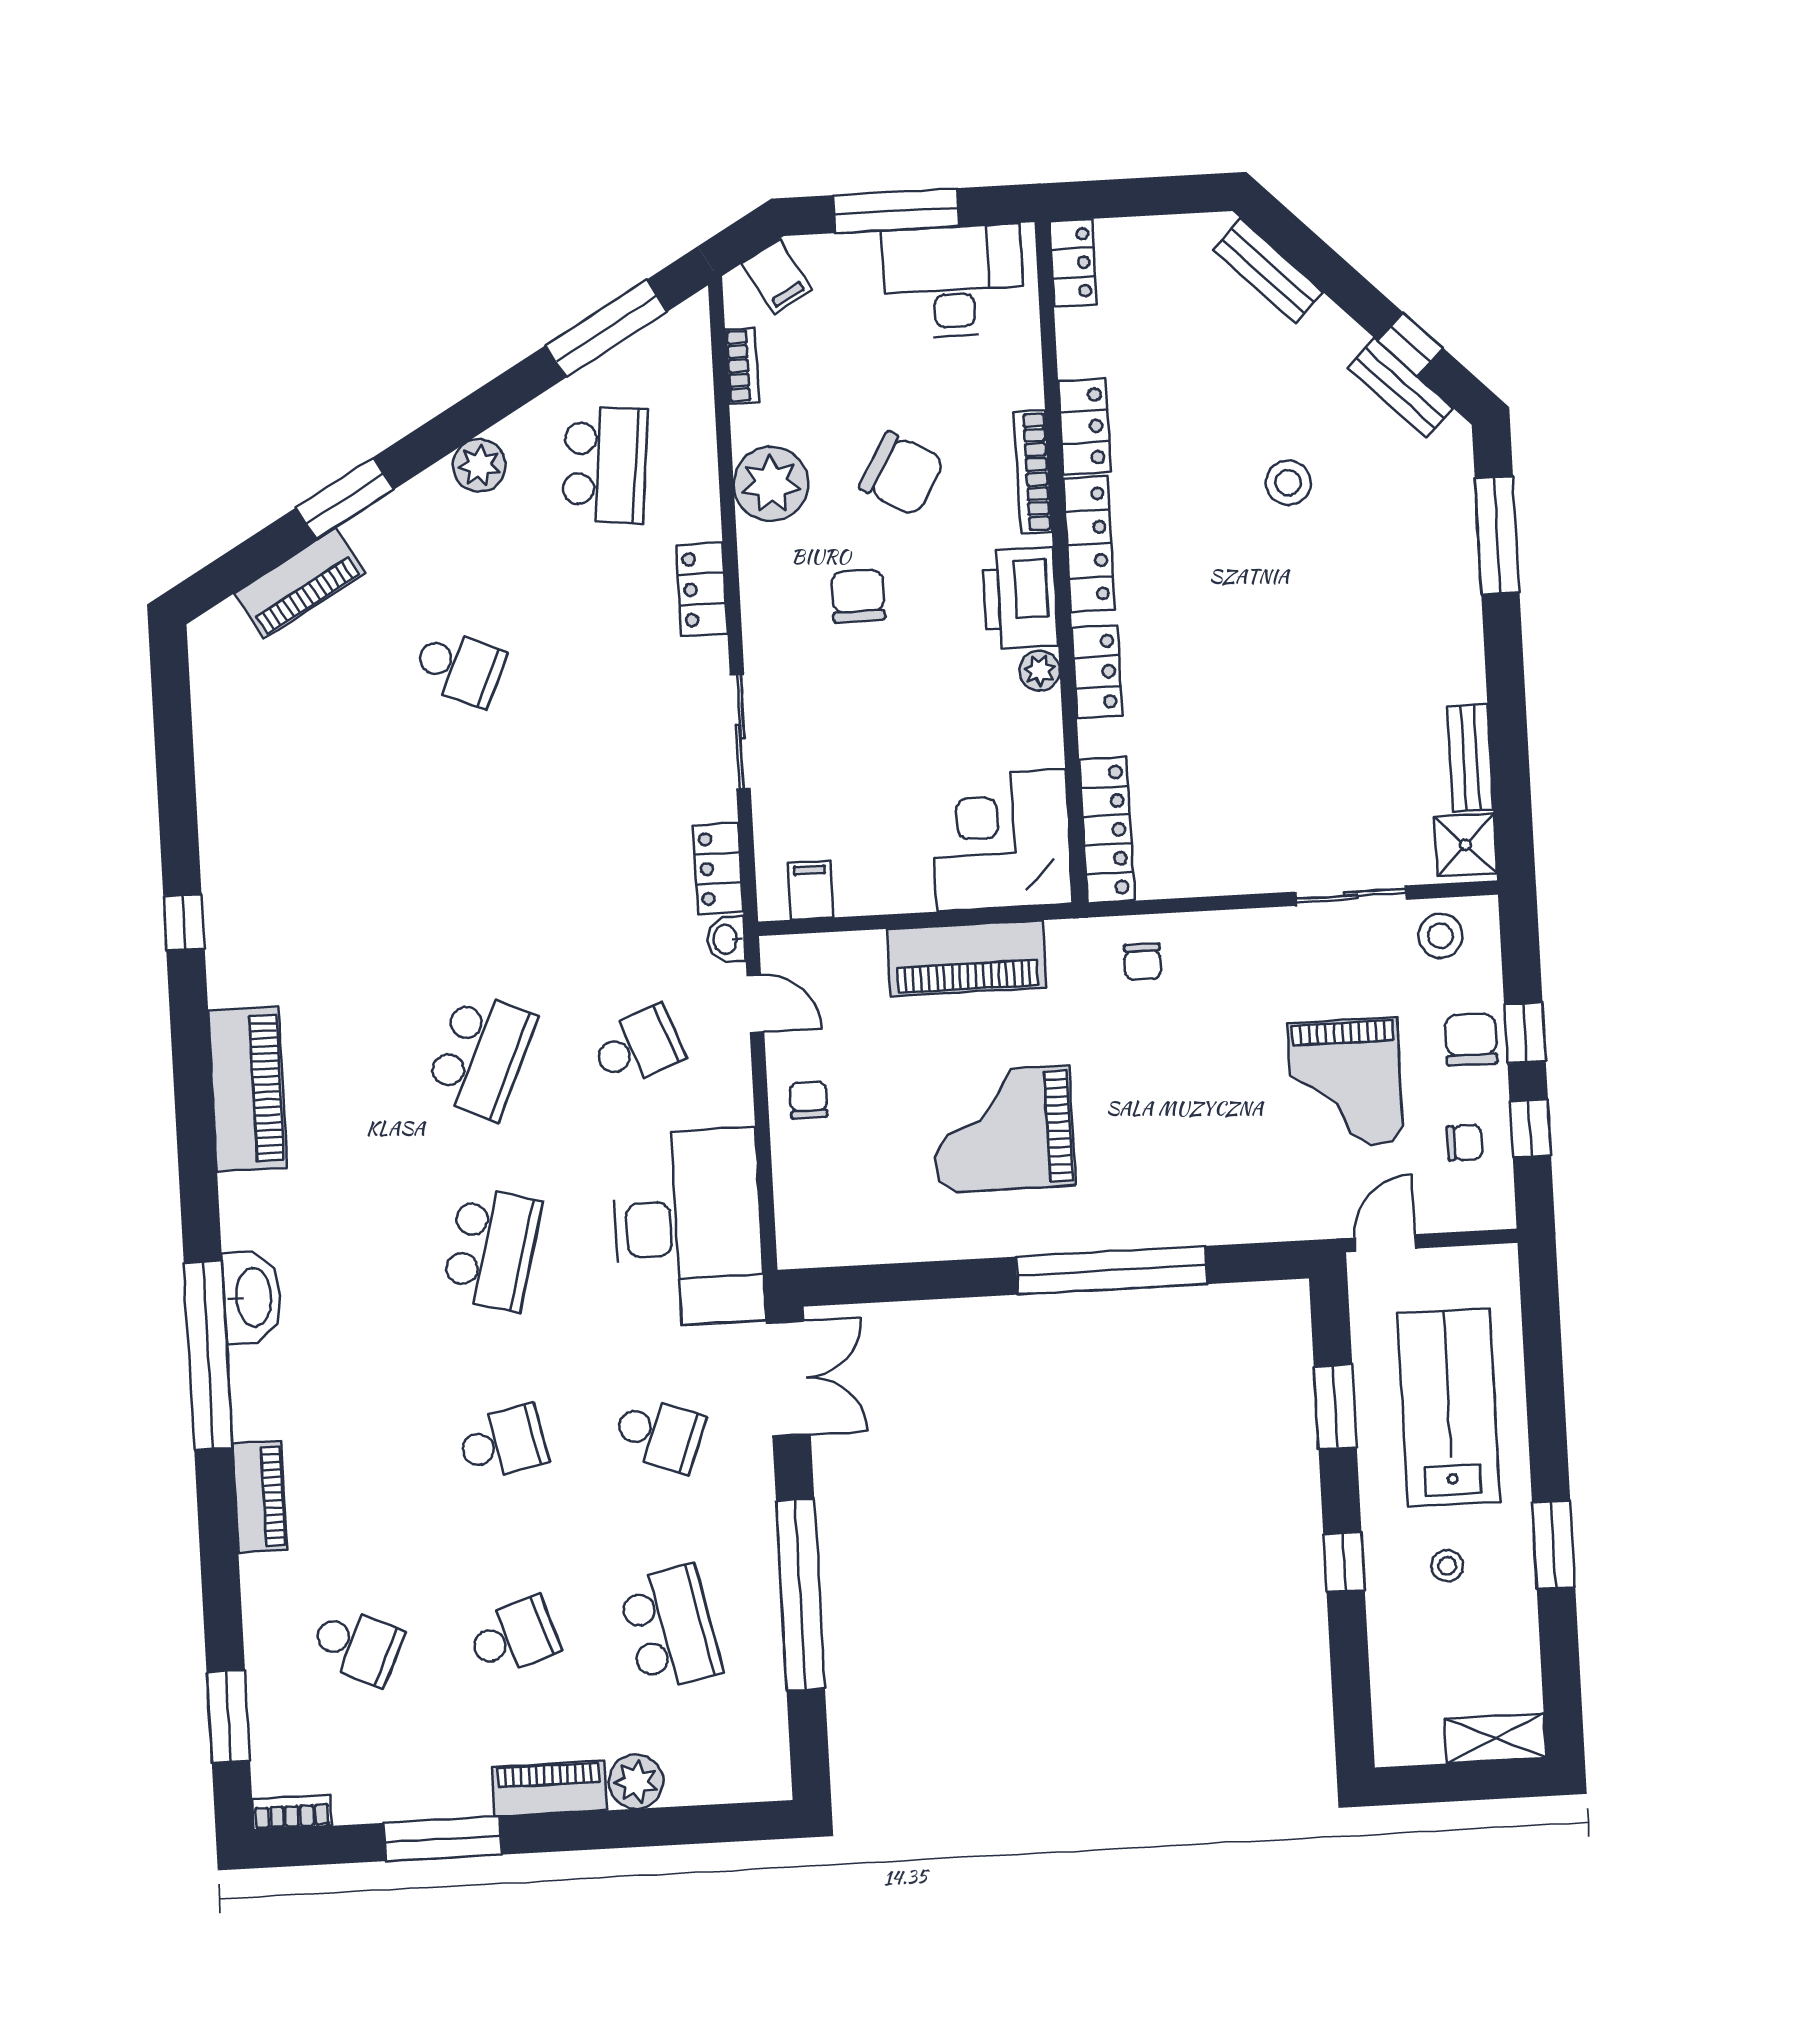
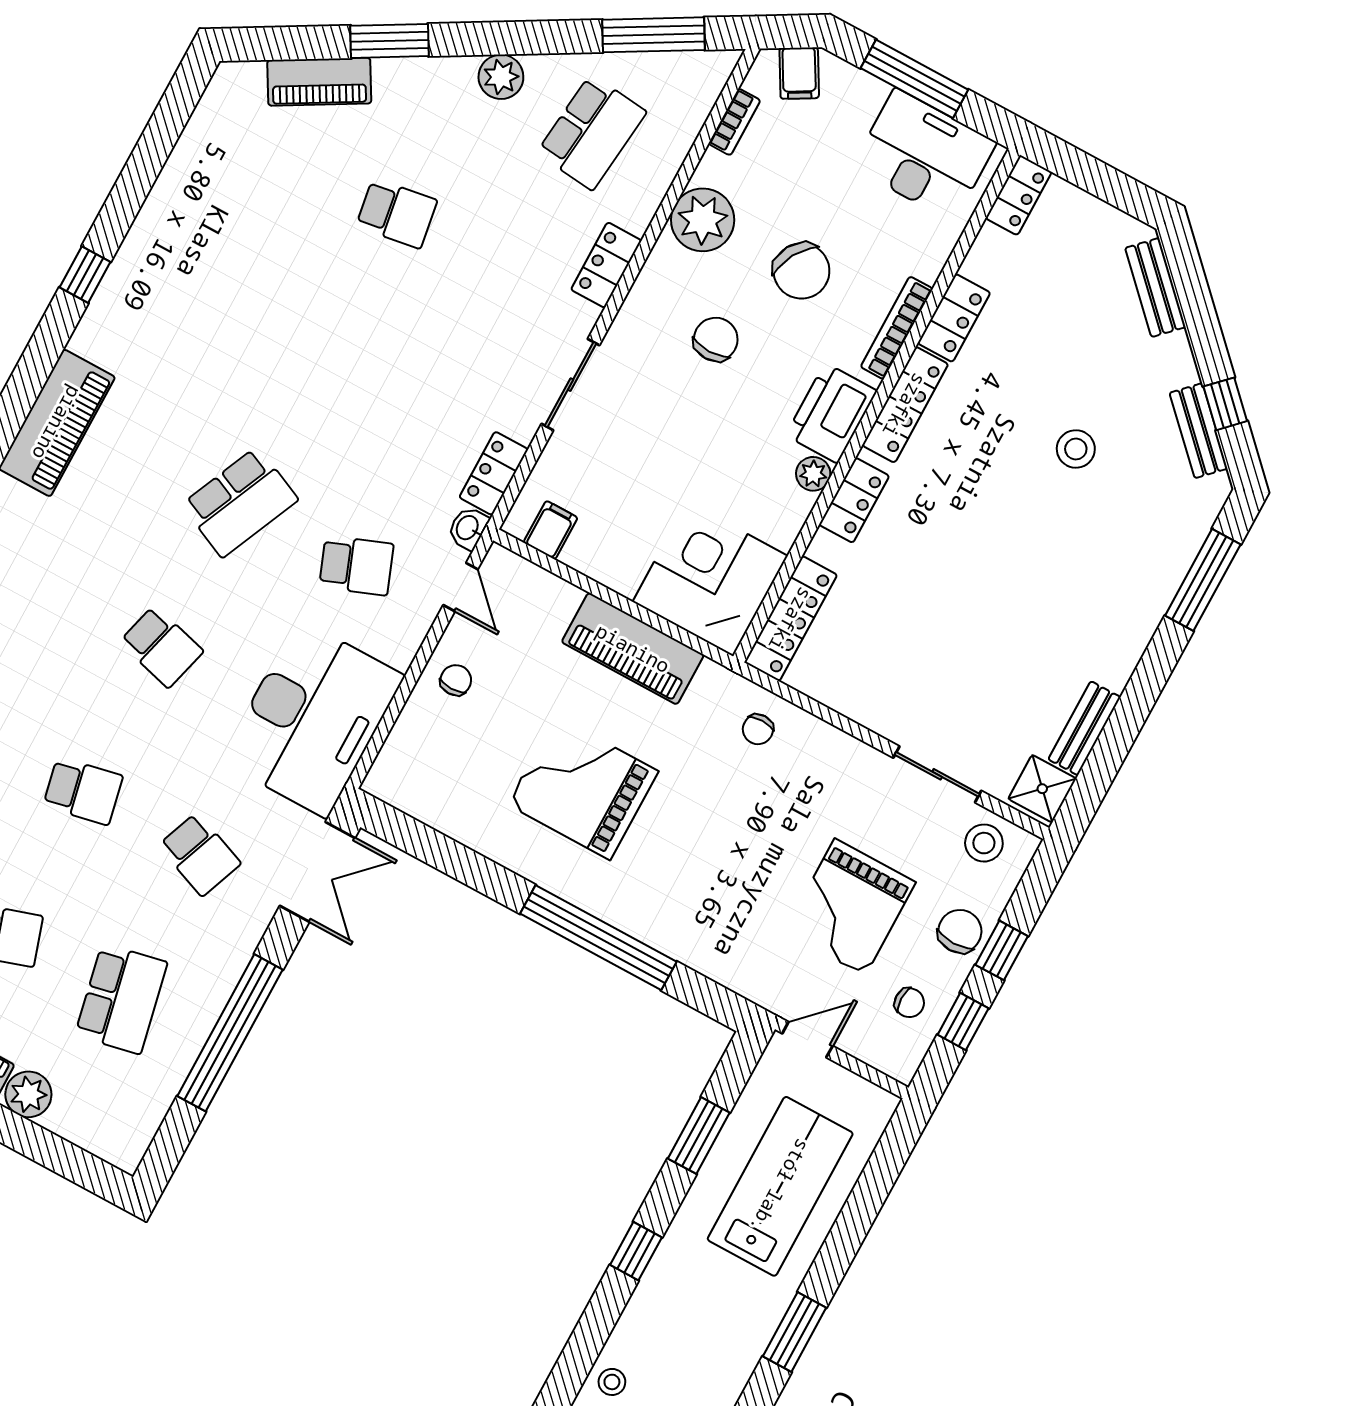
school desk: (459, 667) -> (397, 213), turned -33
school desk: (492, 1249) -> (161, 647), width x0.54
stool: (1447, 1566) -> (612, 1382), moved

